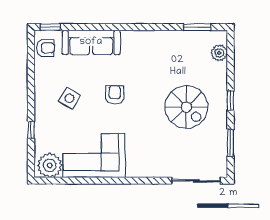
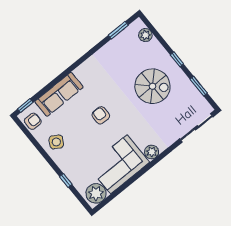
side table: (69, 98) -> (56, 142), moved
plant: (135, 169) -> (152, 152), added

